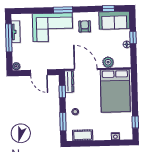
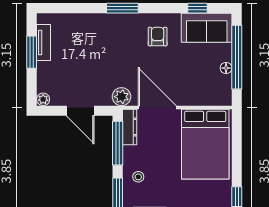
corner sofa: (53, 27) -> (105, 37), removed
window: (9, 38) -> (32, 52), width x0.69
window: (133, 38) -> (237, 57), width x3.17
plant: (108, 62) -> (122, 97), moved
window: (62, 92) -> (118, 143), width x2.17

